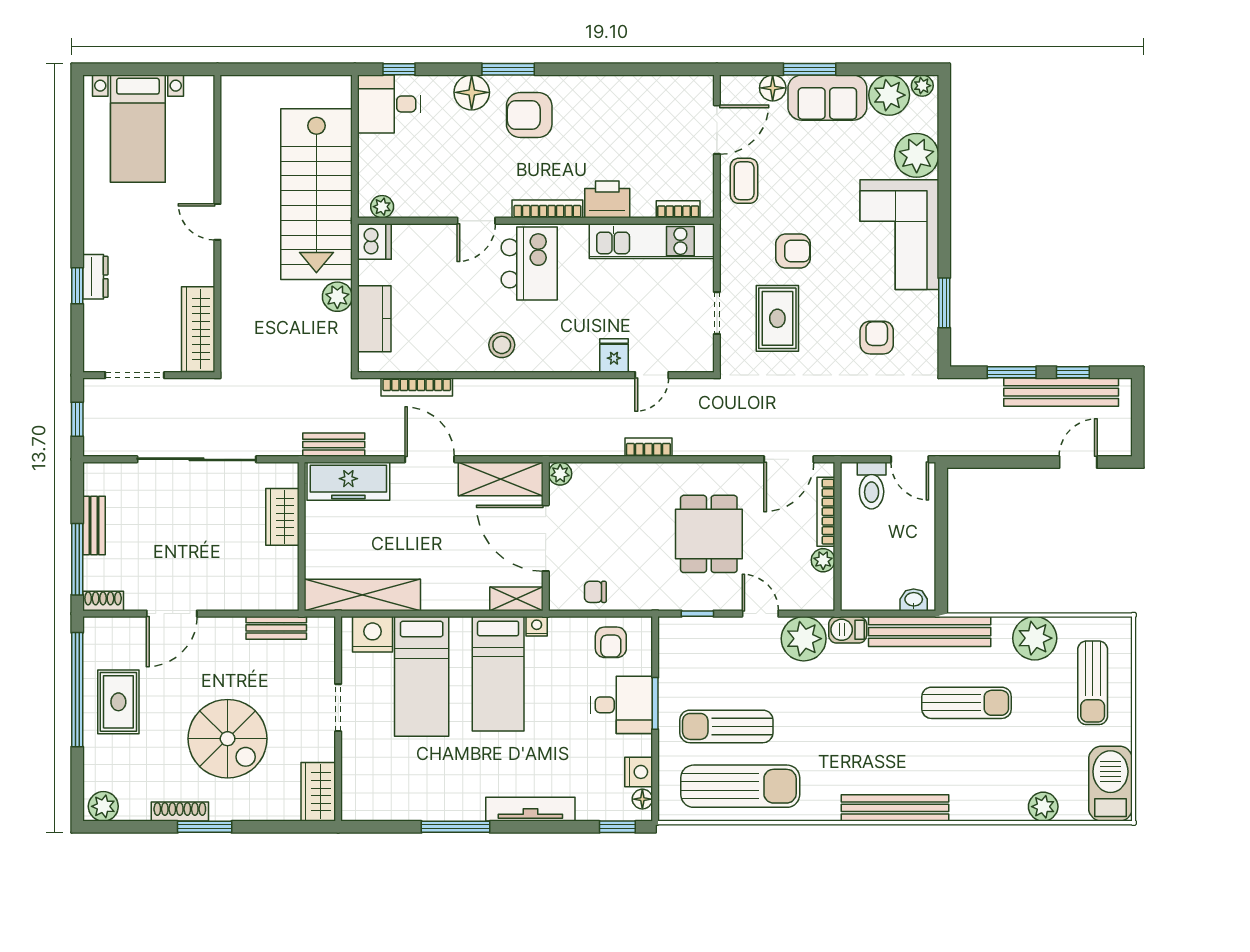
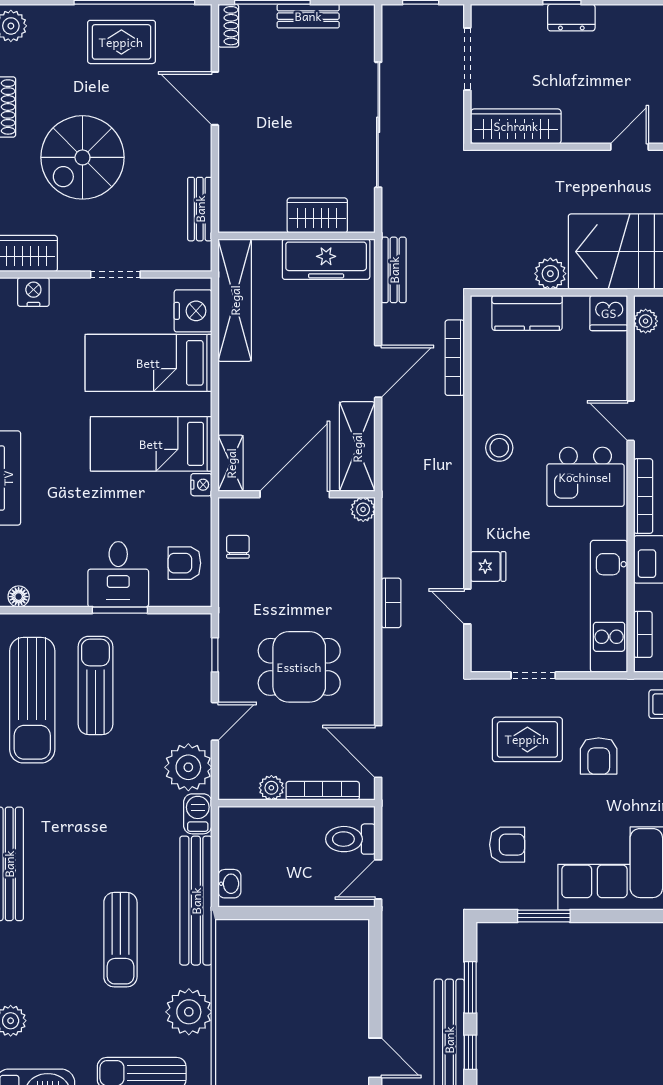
freezer: (348, 481) -> (326, 259), moved, turned -90
nightstand: (639, 772) -> (33, 292), moved, turned 180

